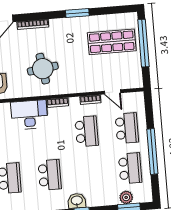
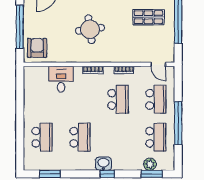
shop shelf: (112, 42) -> (148, 17), width x0.70, depth x0.74
round table: (43, 69) -> (90, 29), moved
door: (113, 92) -> (158, 64), moved
desk: (29, 115) -> (61, 79), width x0.73

